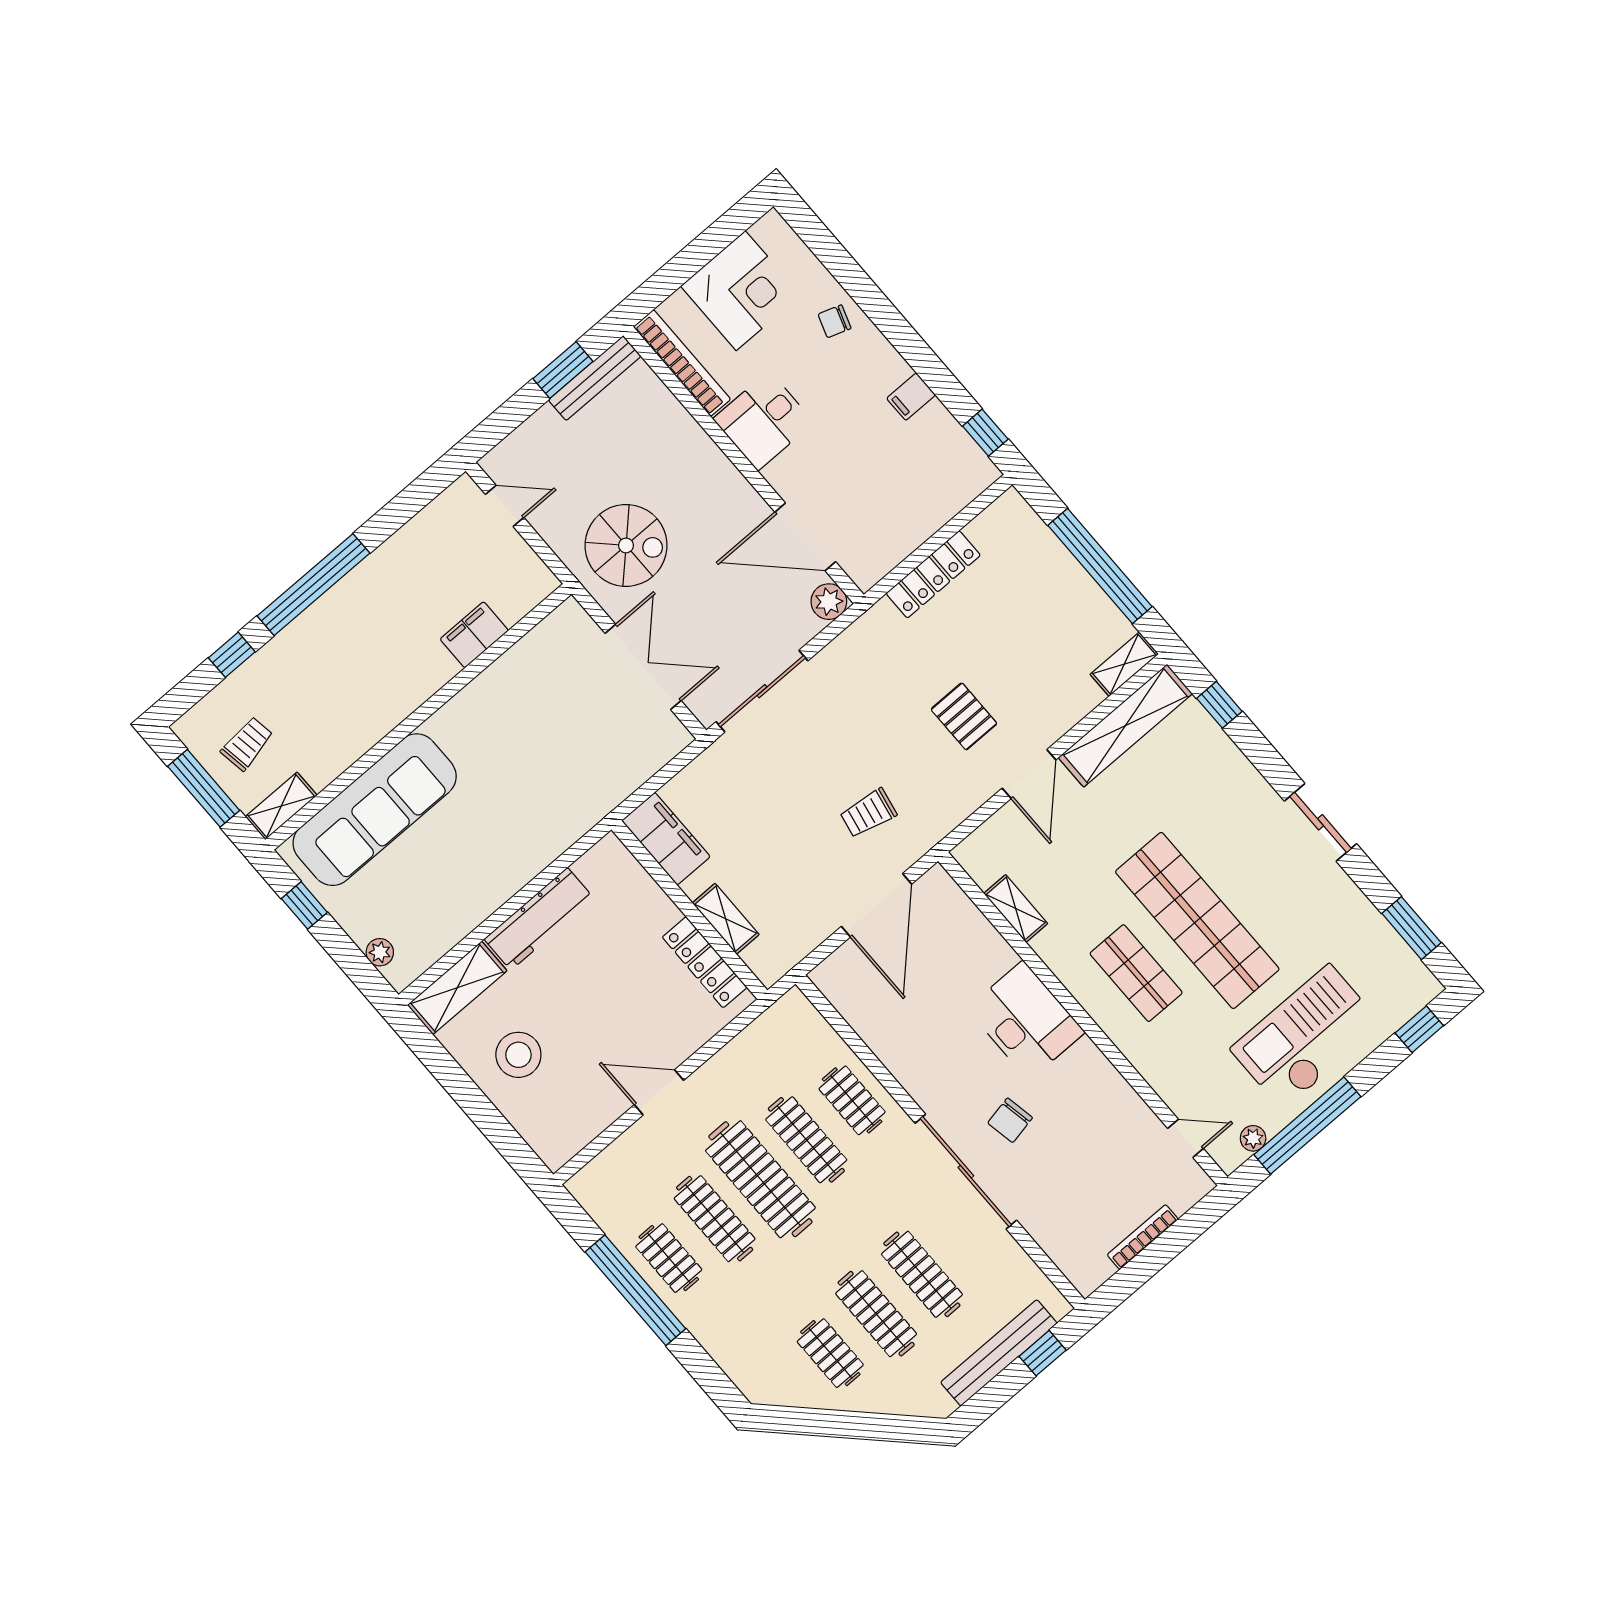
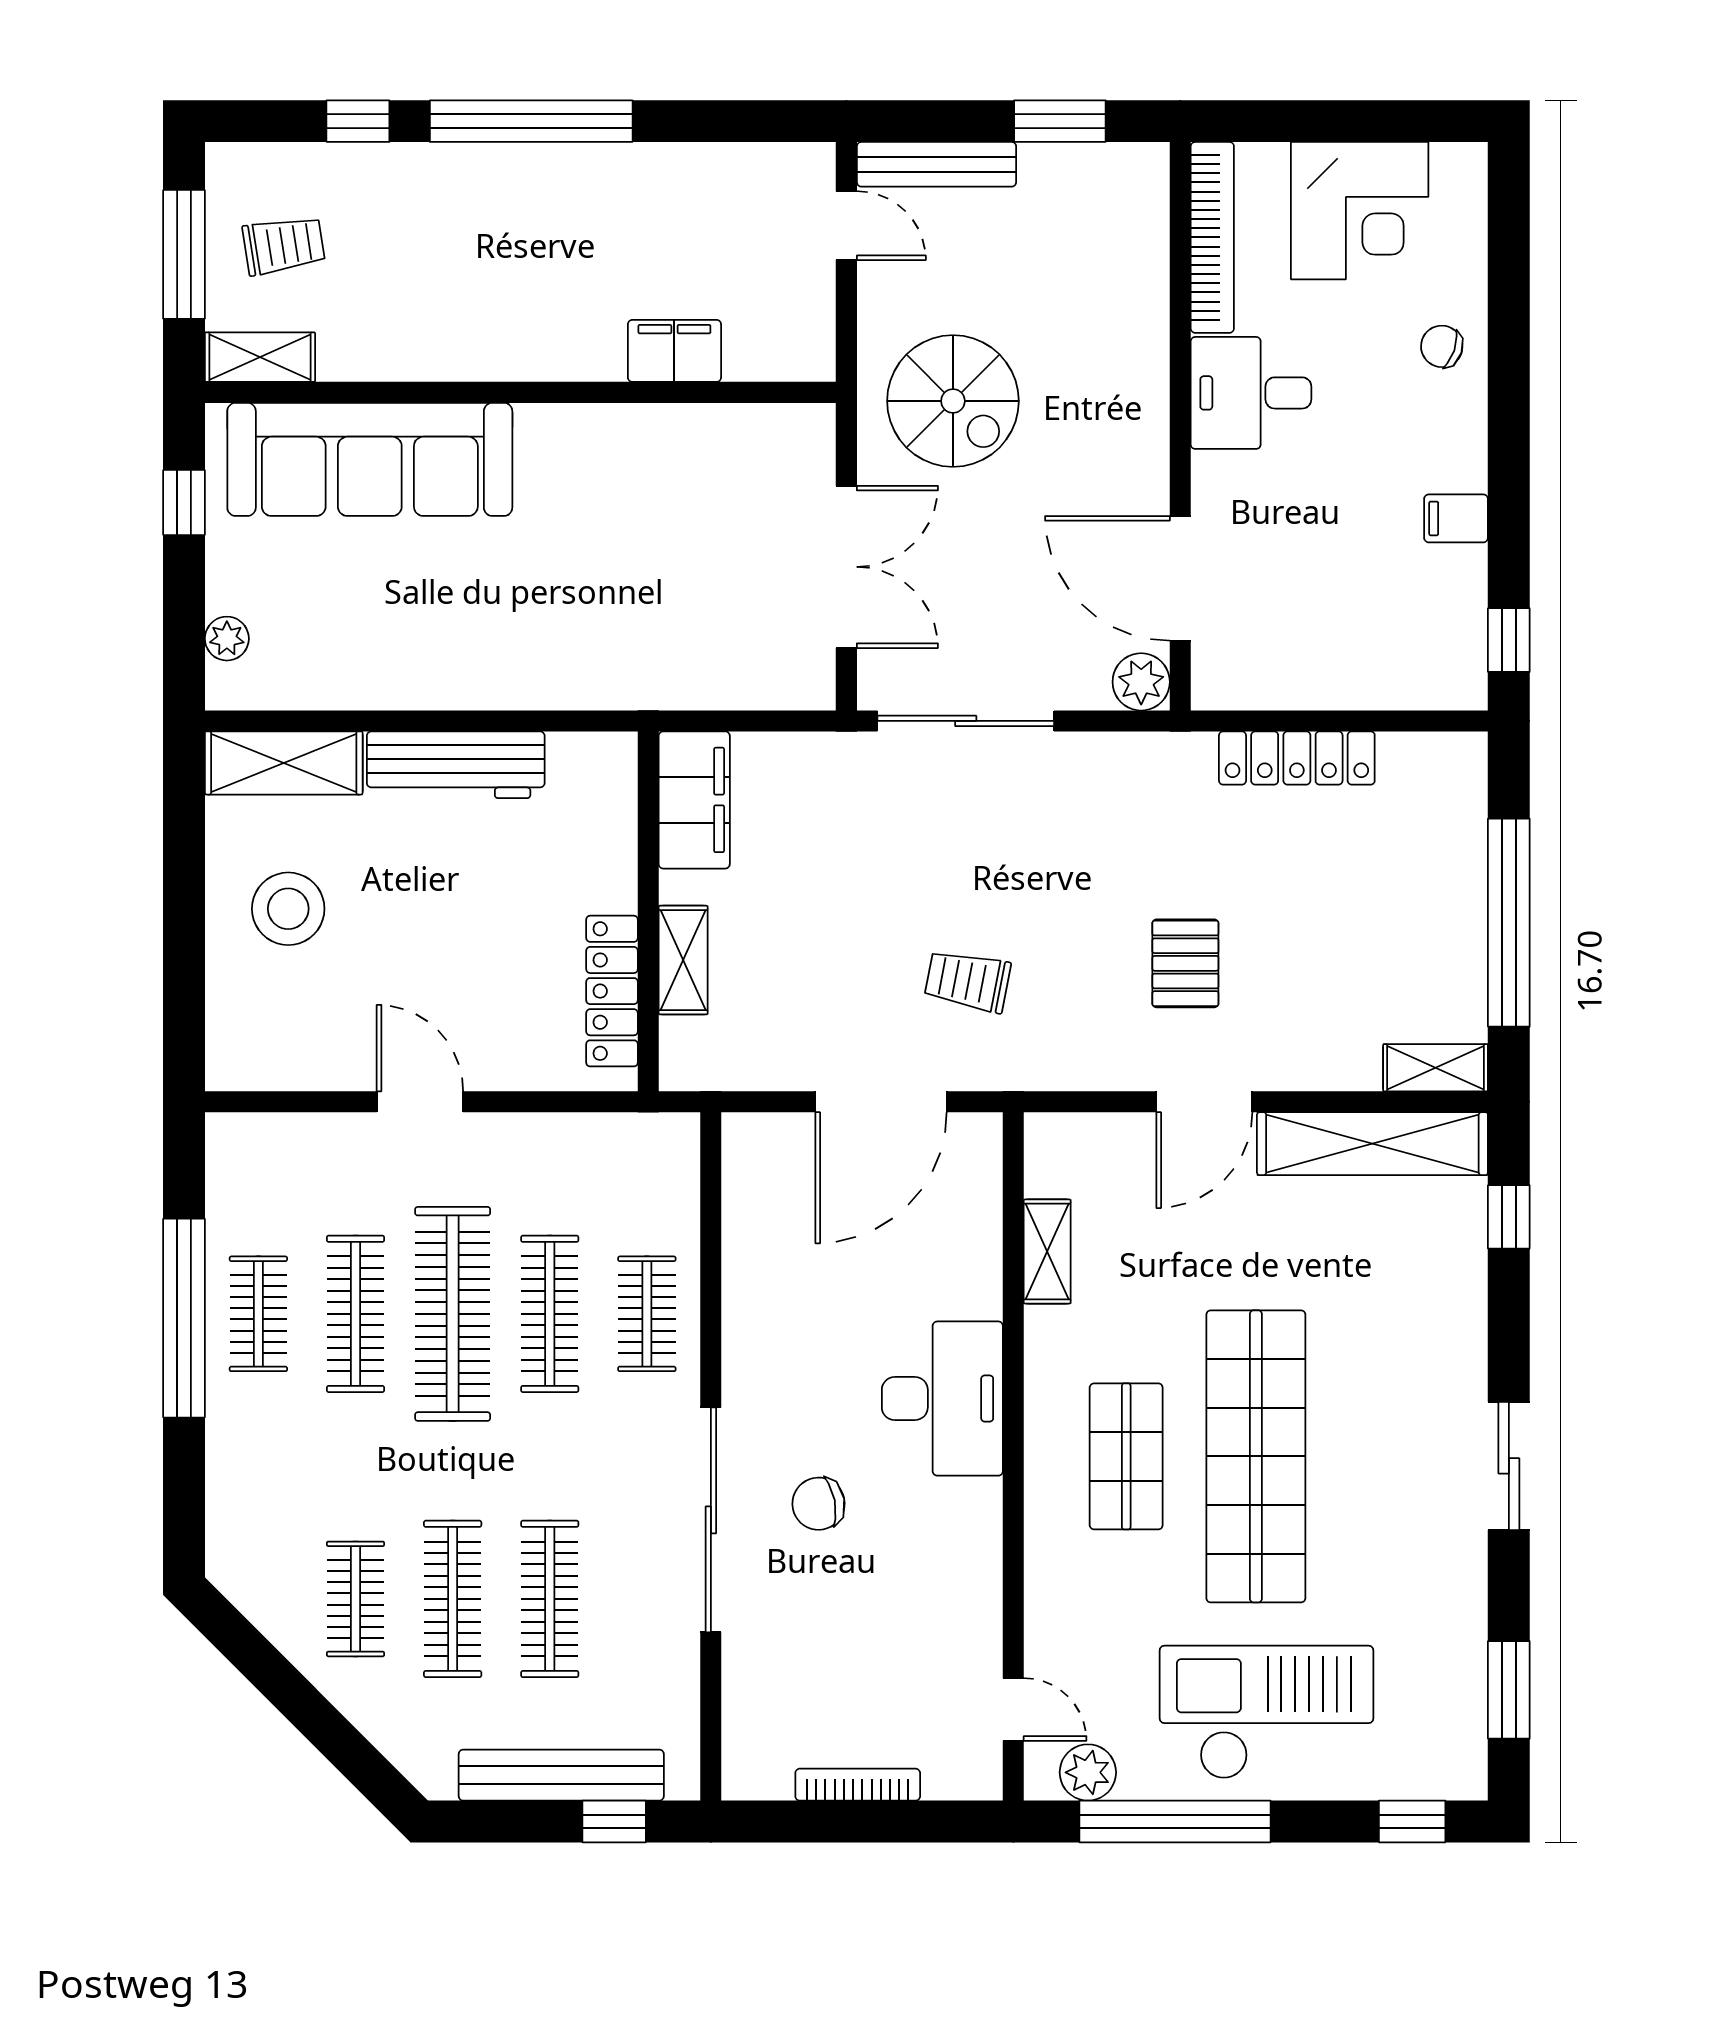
bench: (595, 378) -> (937, 164), moved
plant: (1253, 1138) -> (1088, 1772), width x1.38, depth x1.38

